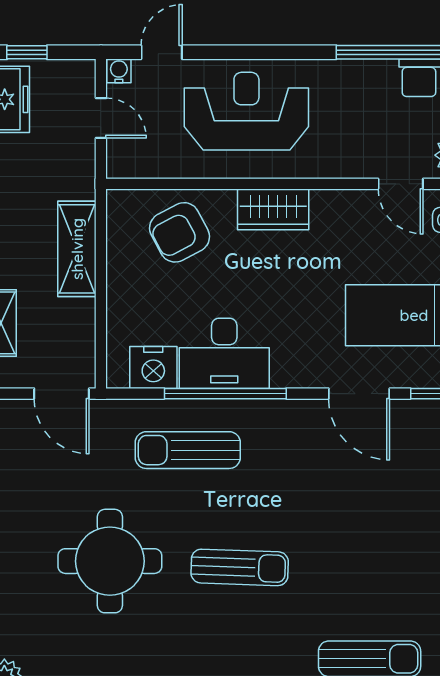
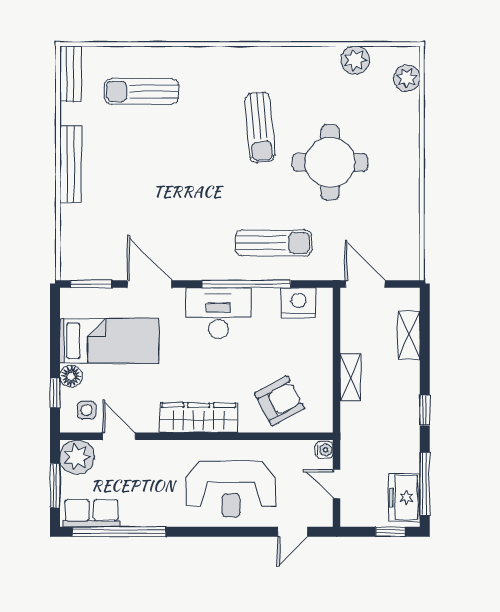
water cooler: (119, 71) -> (324, 450), moved, turned -90
wardrobe: (273, 209) -> (199, 418), width x1.50
shelving: (77, 249) -> (351, 377), width x0.67, depth x0.75
desk: (224, 353) -> (219, 313), moved
sun lounger: (240, 567) -> (260, 128), moved, turned -97

